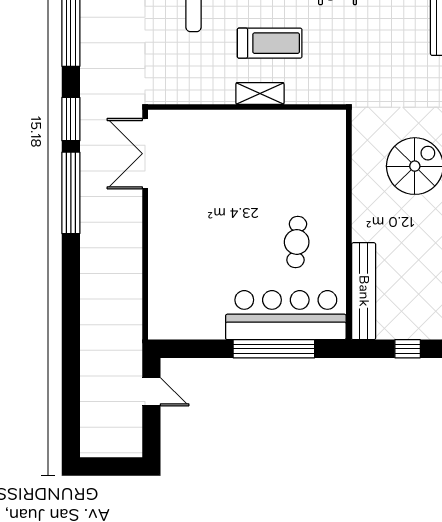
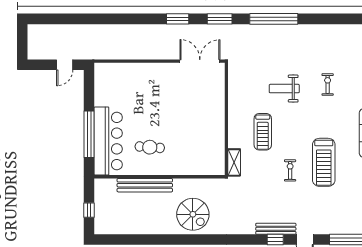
shelving: (260, 93) -> (234, 162), moved
window: (71, 193) -> (178, 19), width x0.47
bench: (364, 291) -> (145, 185), moved

